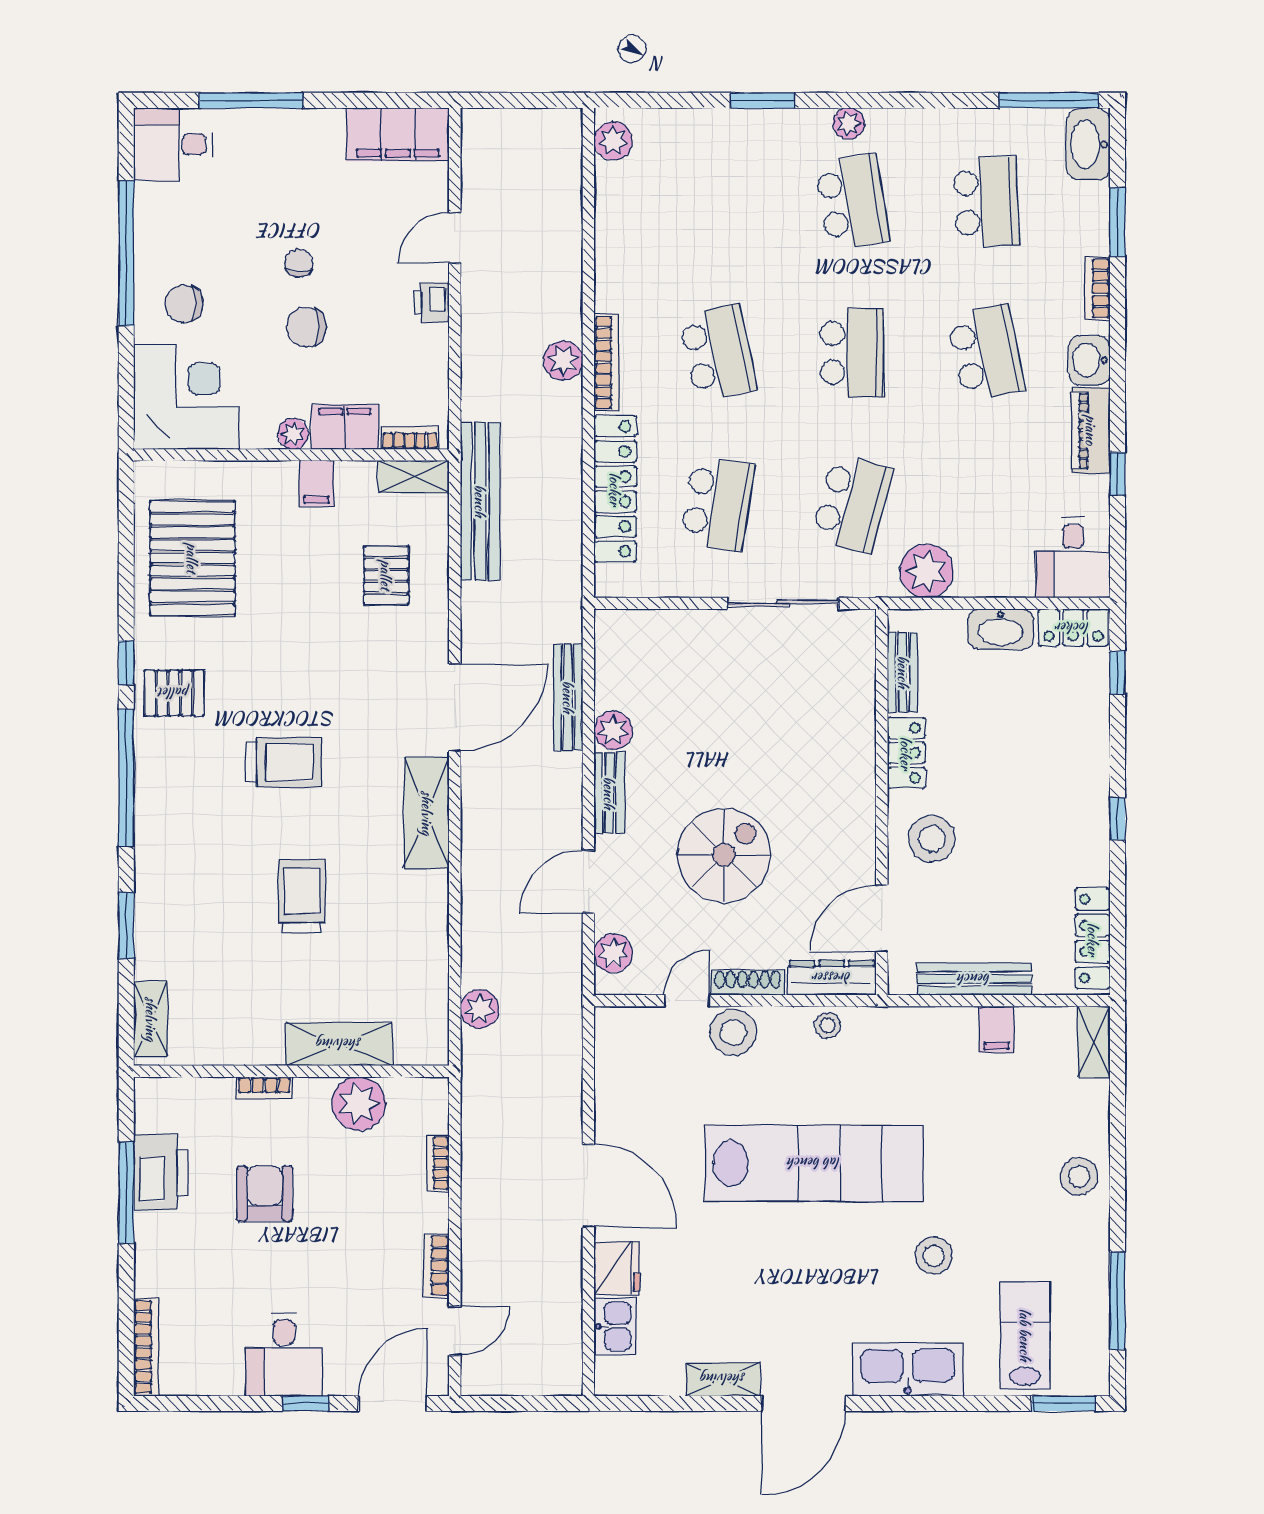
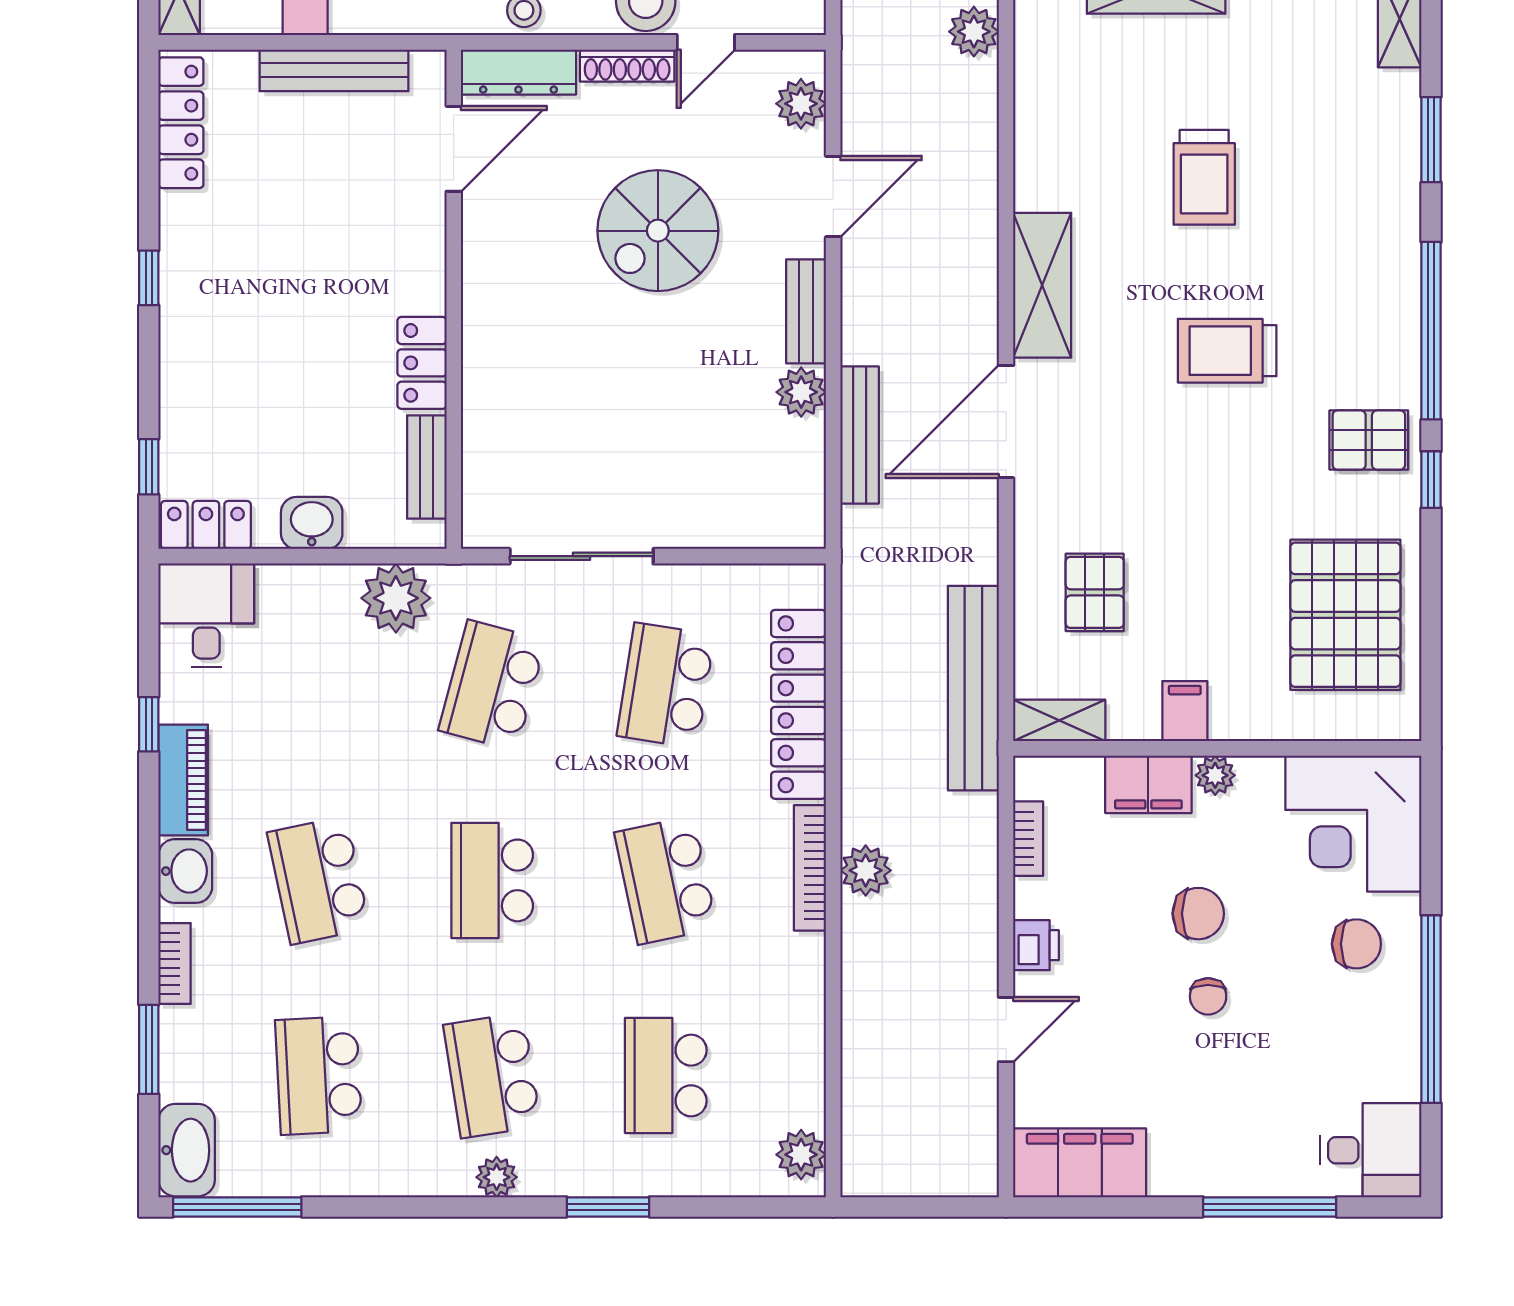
school desk: (718, 202) -> (666, 1075), added
bookcase: (410, 438) -> (1028, 839), moved, turned -90
washbasin: (1001, 629) -> (312, 523), width x0.72
stool: (932, 839) -> (389, 252), removed

